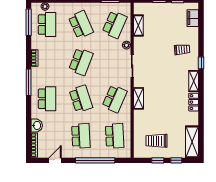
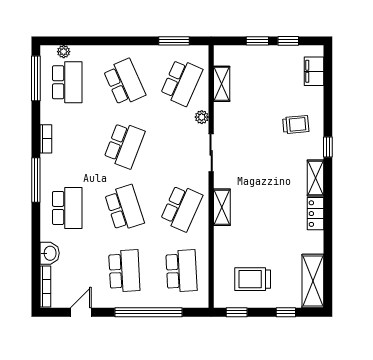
window: (158, 160) -> (237, 312), moved

